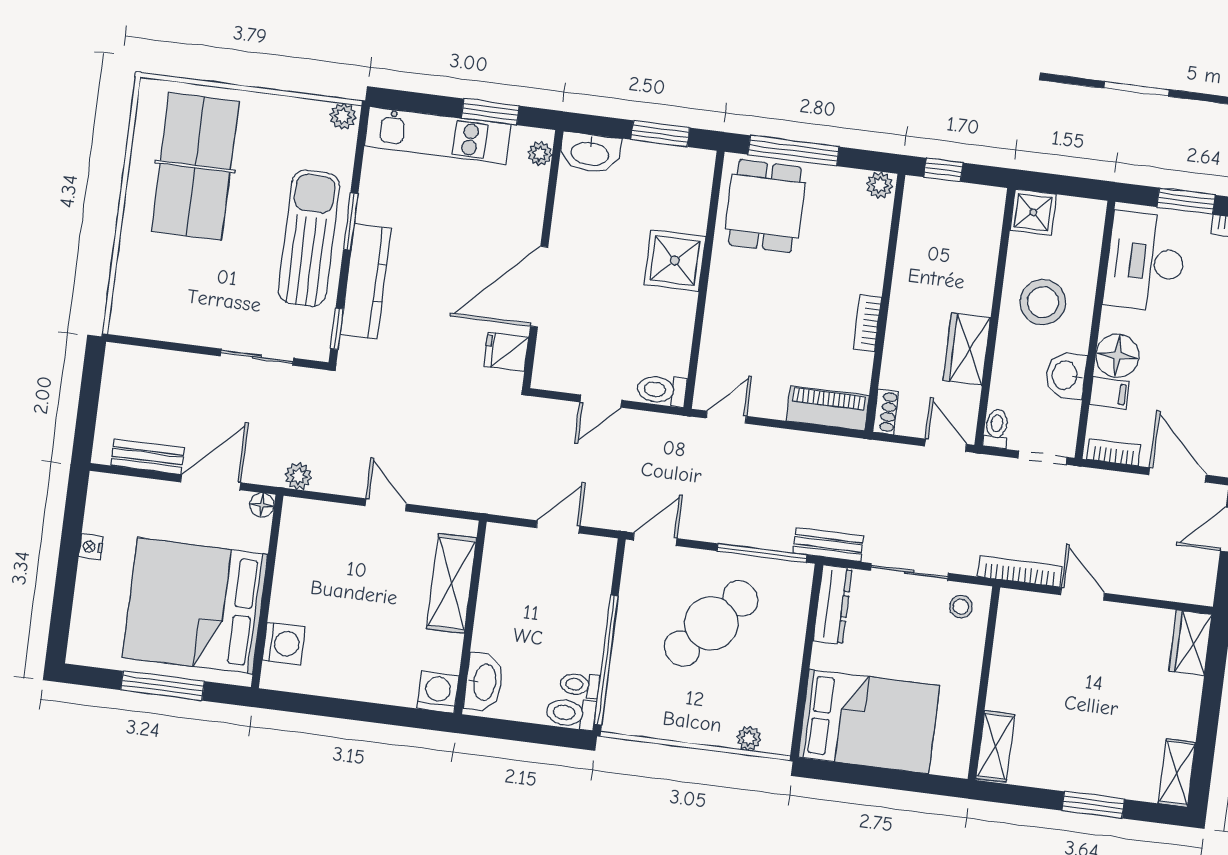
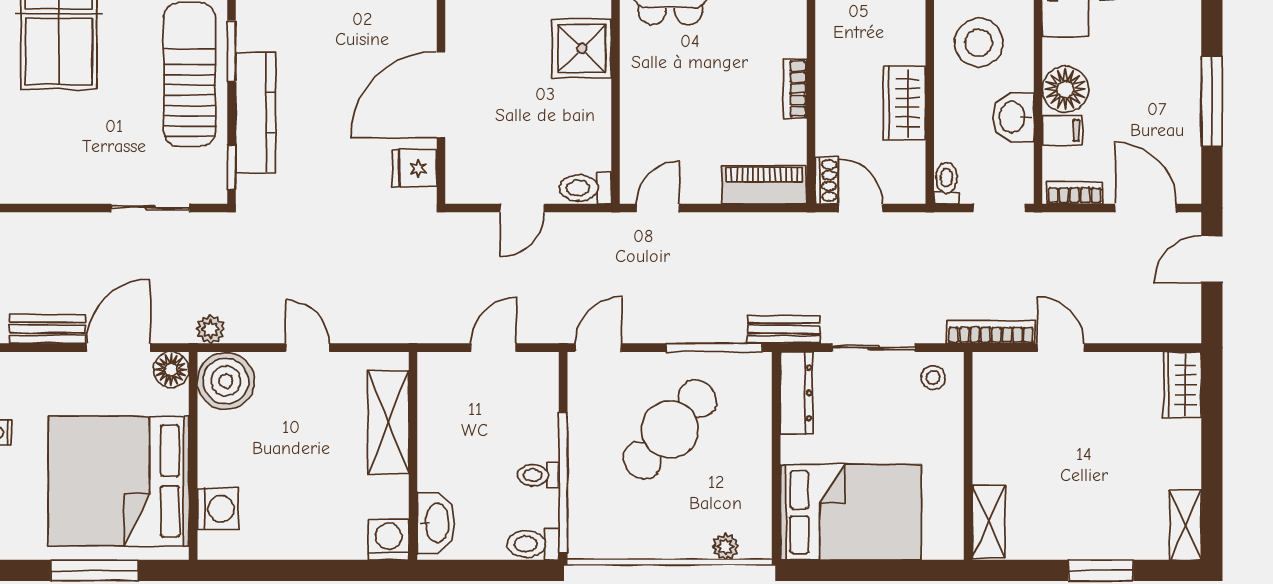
door: (945, 445) -> (861, 208), moved
floor lamp: (262, 505) -> (171, 370), width x1.37, depth x1.37
boiler: (306, 526) -> (226, 381), added
toilet: (580, 685) -> (538, 475), moved

